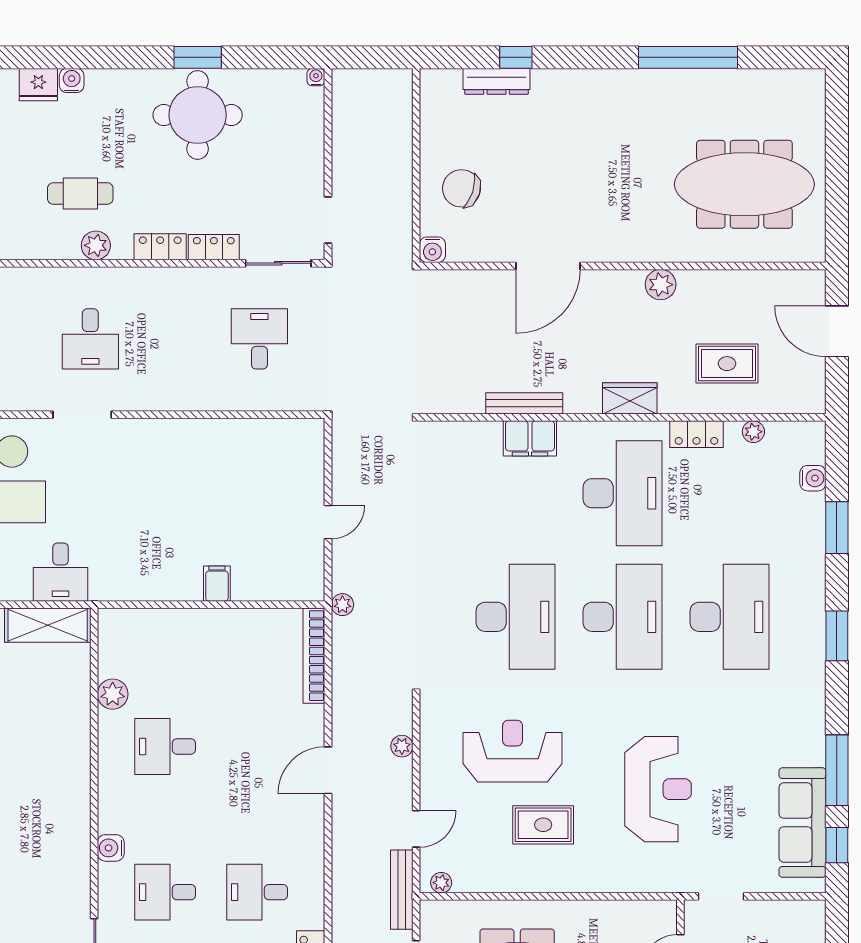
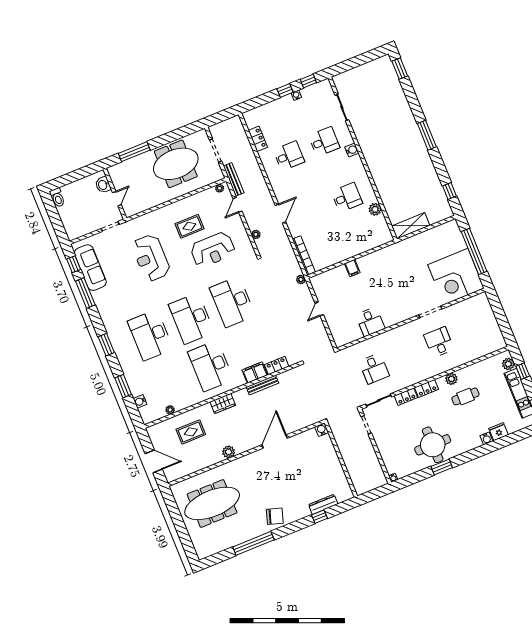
chair: (461, 188) -> (275, 516), moved
locker: (696, 434) -> (277, 366), moved
desk: (61, 572) -> (370, 322), moved, turned 180

